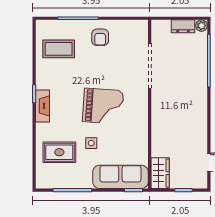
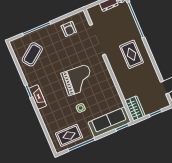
armchair: (100, 37) -> (69, 29), moved
coffee table: (59, 49) -> (32, 54), turned -37
rug: (185, 102) -> (131, 54), added
rug: (59, 152) -> (69, 135), moved

